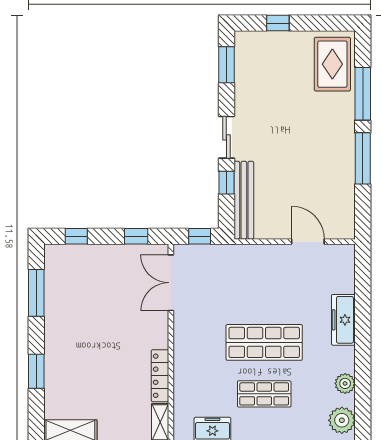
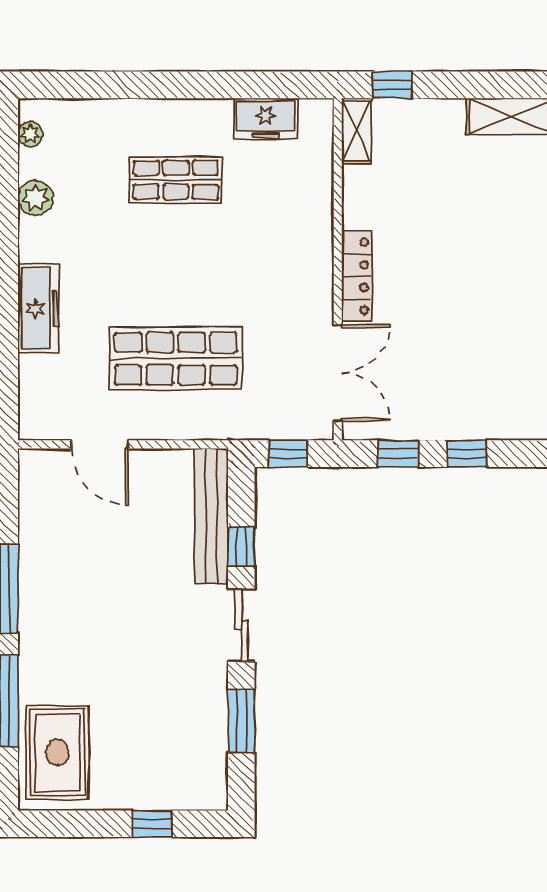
window: (226, 65) -> (241, 721), moved
window: (76, 236) -> (467, 454), moved
shop shelf: (264, 342) -> (176, 359), moved
locker: (160, 376) -> (357, 276), moved
plant: (342, 420) -> (30, 134), width x0.53, depth x0.53

